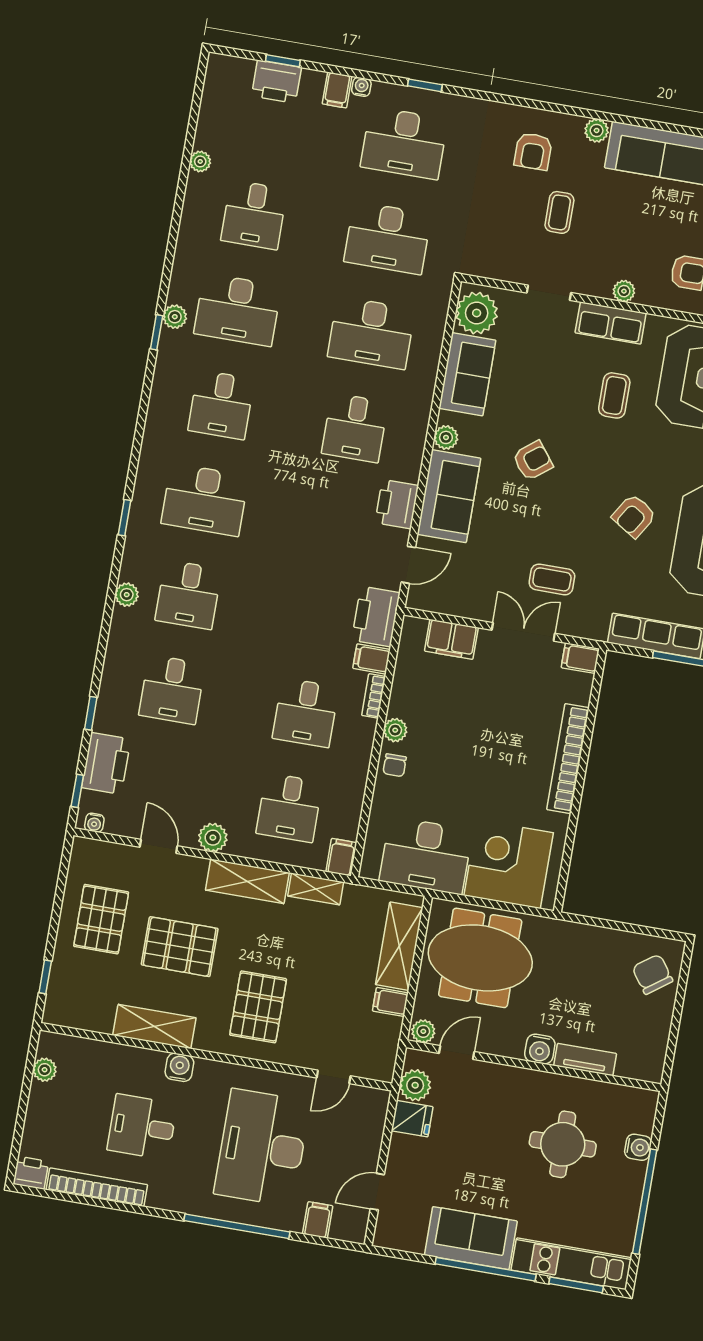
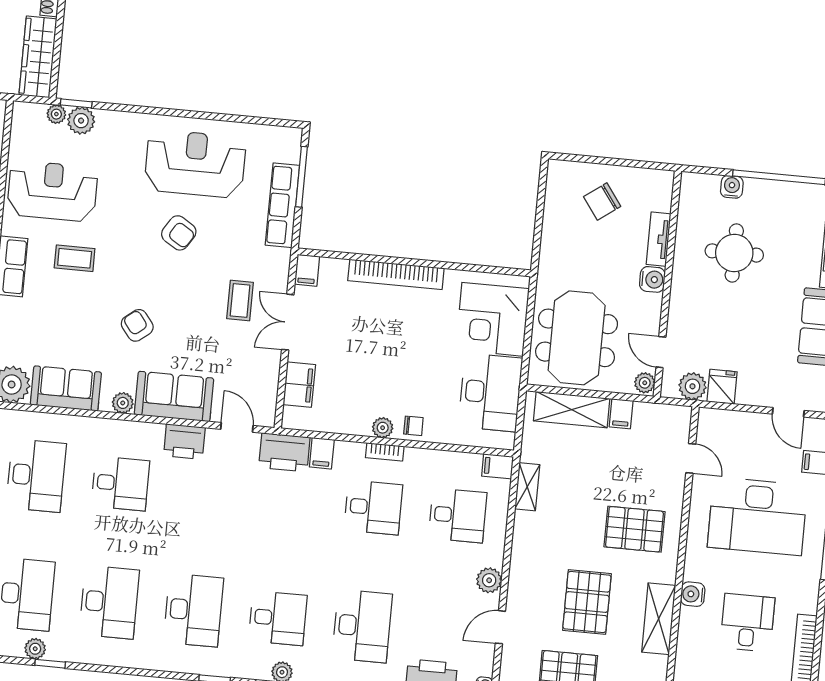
desk: (221, 405) -> (109, 602), width x1.37
desk: (172, 690) -> (362, 626), width x1.37
bookcase: (374, 696) -> (385, 452), moved
shelving: (247, 881) -> (525, 547), removed
chair: (652, 974) -> (602, 201), moved
desk: (142, 1127) -> (747, 623), turned 180

